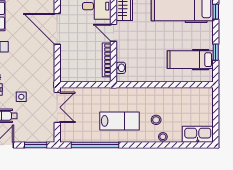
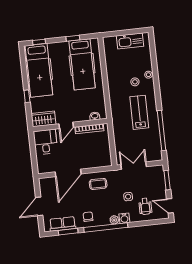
hospital bed: (190, 60) -> (82, 64), width x1.37, depth x1.29
coffee table: (40, 63) -> (98, 184), added
kitchen sink: (198, 134) -> (130, 41), moved, turned -90

